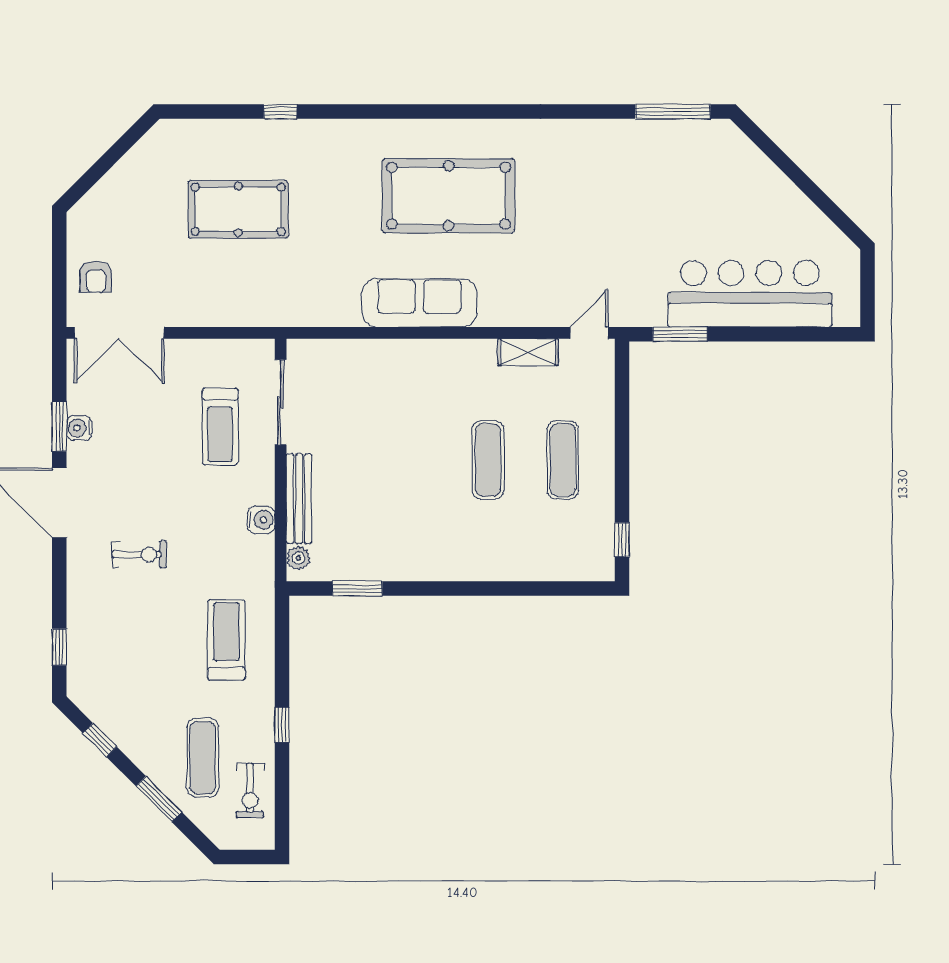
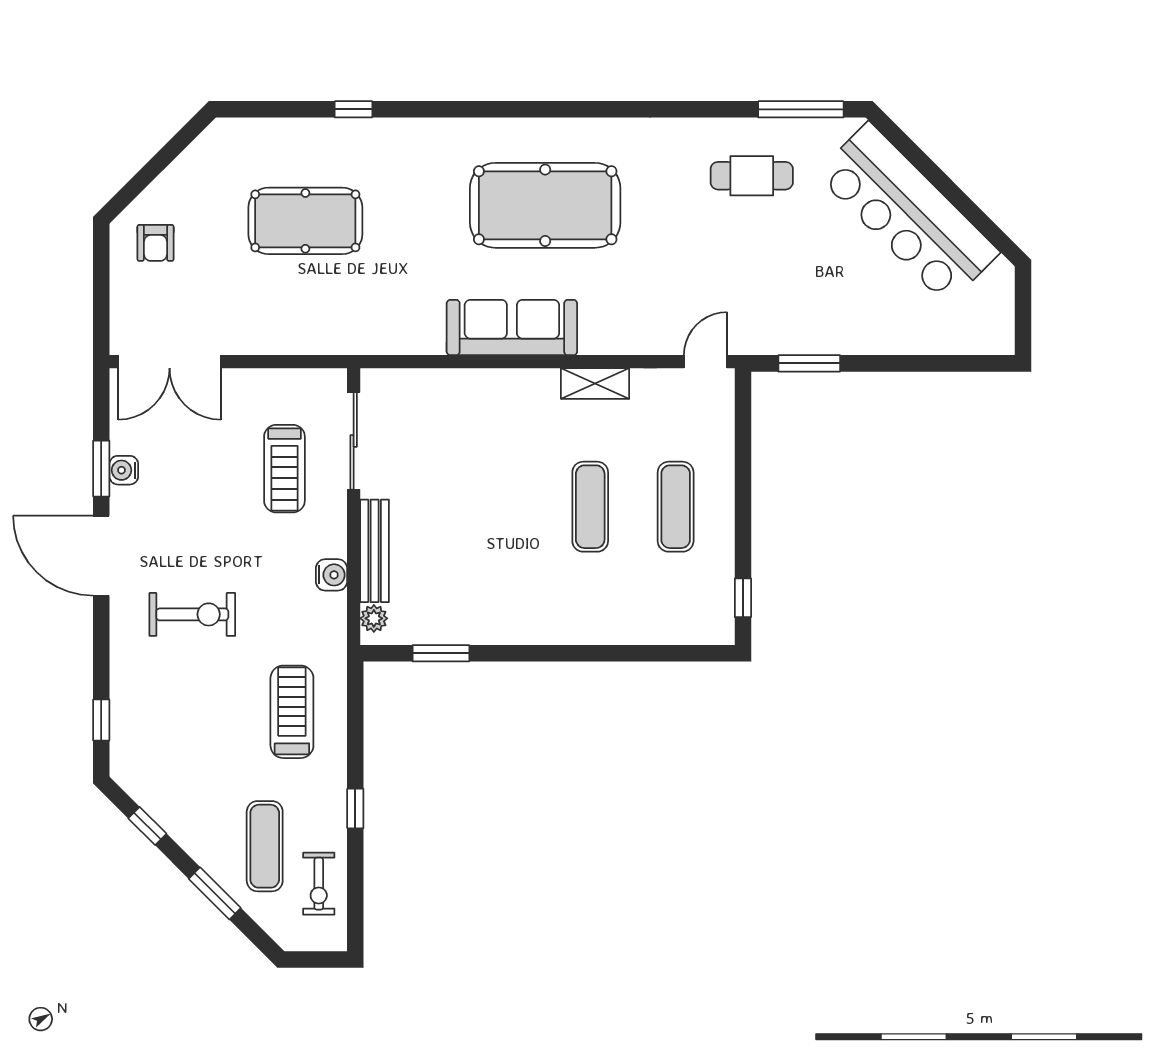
cafe table: (630, 170) -> (752, 176), added
armchair: (96, 277) -> (155, 243), moved
bar counter: (750, 294) -> (908, 213), moved, turned -135
shelving: (528, 352) -> (595, 384), moved
exercise bike: (139, 554) -> (192, 614), width x1.38, depth x1.39

